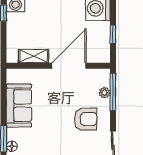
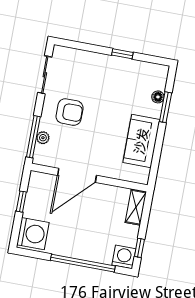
shelving: (33, 56) -> (136, 207), moved, turned 90
armchair: (86, 119) -> (70, 112), turned 180

